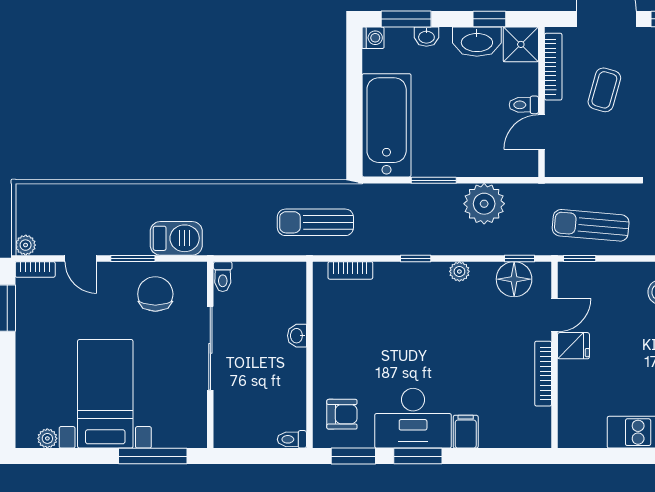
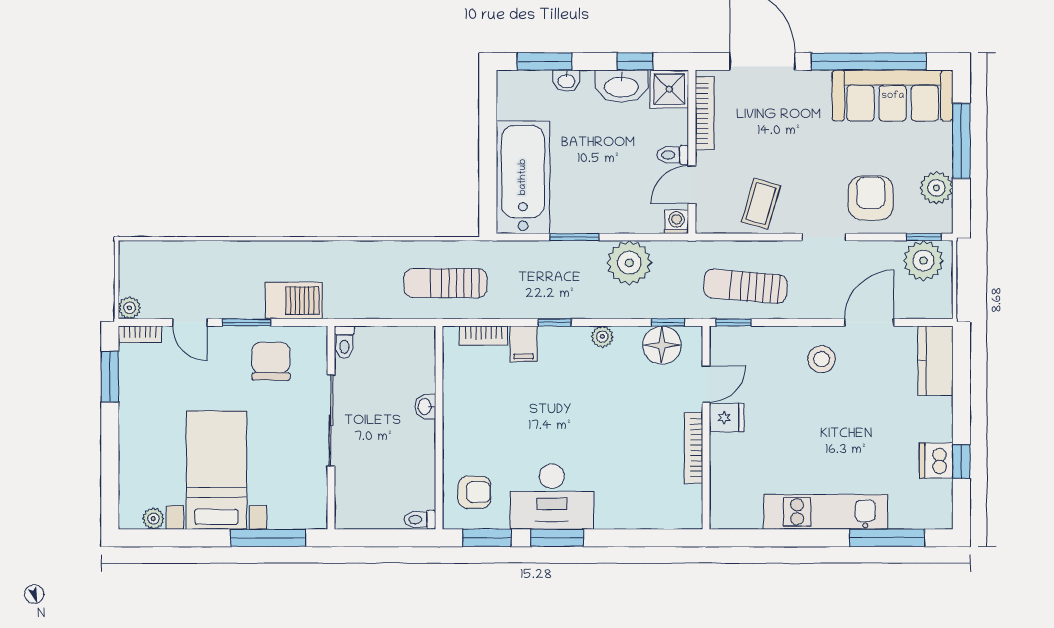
washing machine: (373, 38) -> (677, 222), moved, turned -90
coffee table: (604, 90) -> (761, 204), moved
filing cabinet: (466, 432) -> (524, 344), moved, turned 180

